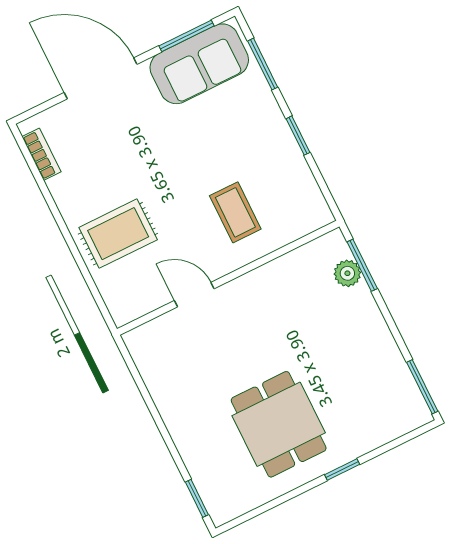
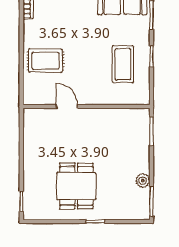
coffee table: (235, 212) -> (123, 64), moved, width x1.36, depth x1.30
plant: (347, 273) -> (143, 181), moved

